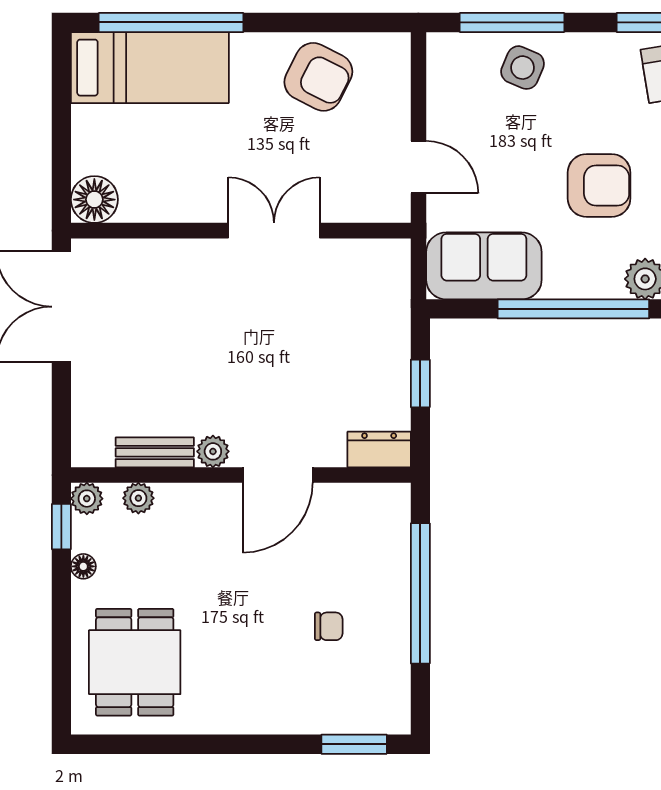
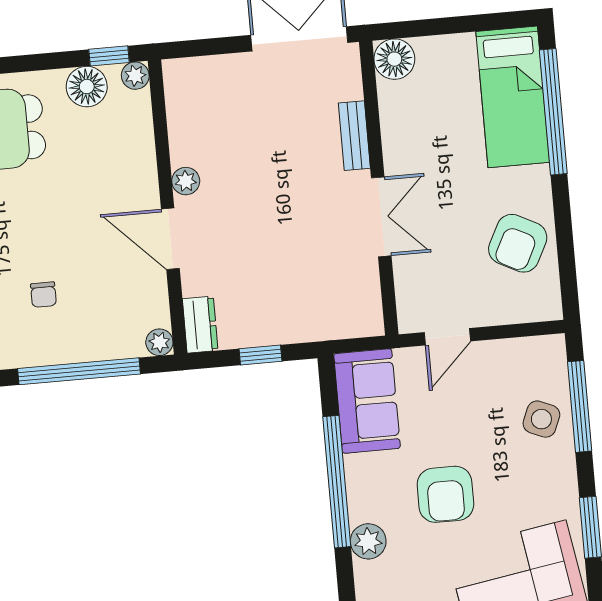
bench: (155, 452) -> (354, 136), moved
plant: (138, 498) -> (159, 342), moved
floor lamp: (83, 566) -> (87, 87), width x1.89, depth x1.89

